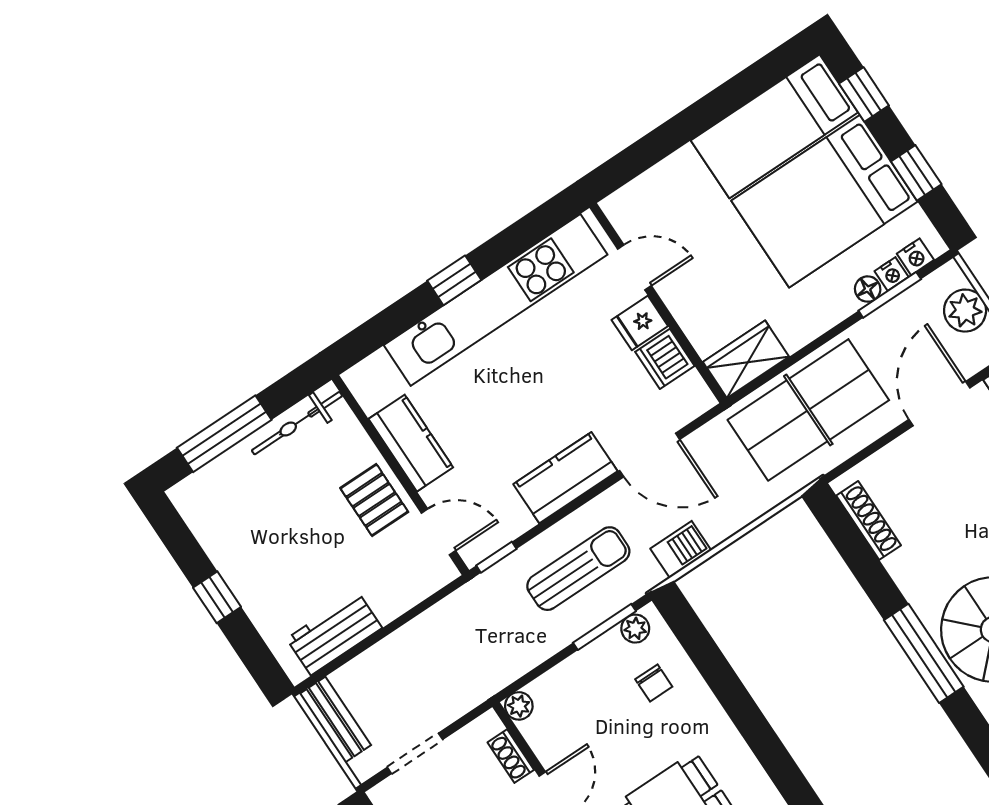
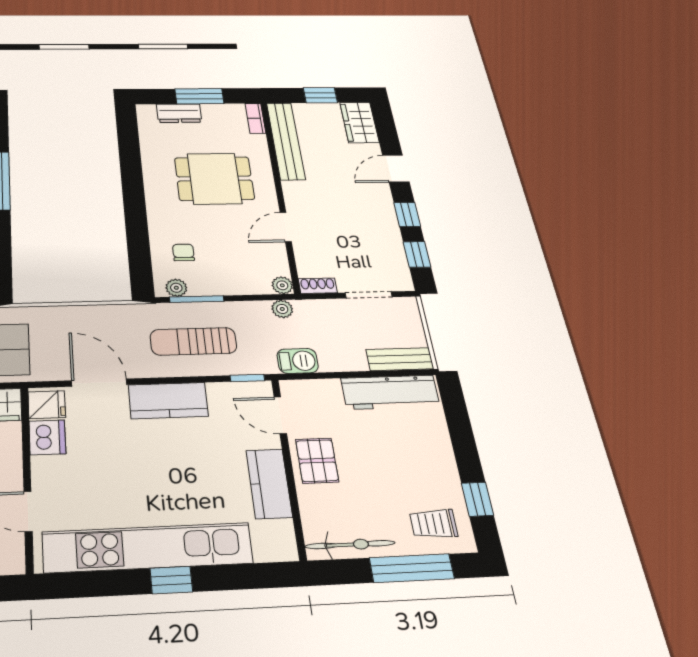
fridge: (640, 323) -> (47, 405), moved
trolley: (222, 498) -> (434, 524), added
barbecue: (681, 549) -> (298, 361), moved, turned 180
window: (217, 597) -> (477, 499), moved
workbench: (334, 633) -> (390, 392), width x1.37
plant: (503, 673) -> (282, 309), added
bench: (335, 720) -> (400, 359), moved, turned 90
shoe rack: (511, 756) -> (318, 286), moved, turned -90

